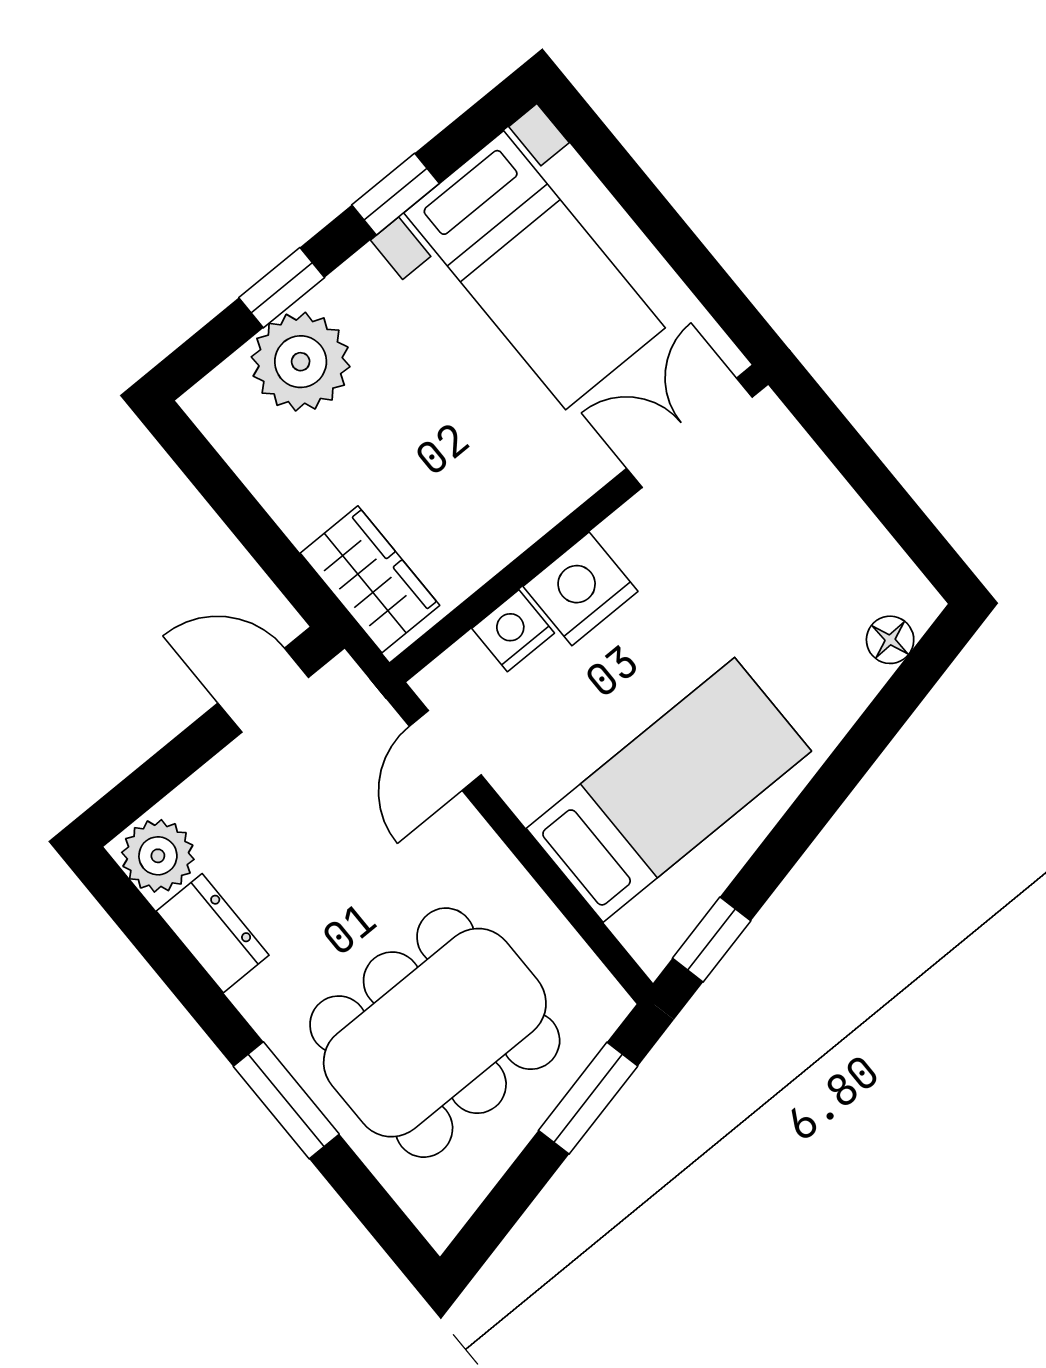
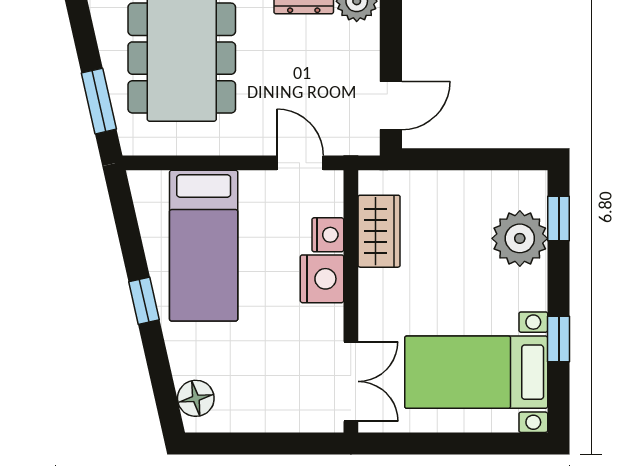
window: (282, 288) -> (559, 219), moved
wardrobe: (370, 579) -> (379, 231), moved, turned -90
floor lamp: (890, 640) -> (196, 398), width x1.37, depth x1.37
window: (712, 940) -> (144, 301), moved

